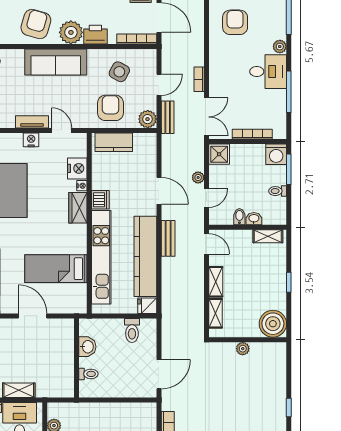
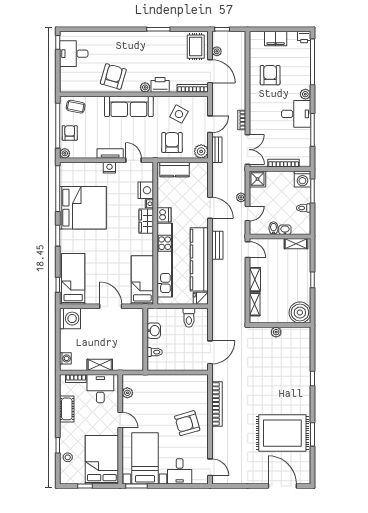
plant: (71, 32) -> (145, 87), width x0.53, depth x0.53
bed: (56, 269) -> (142, 280), moved, turned 90

